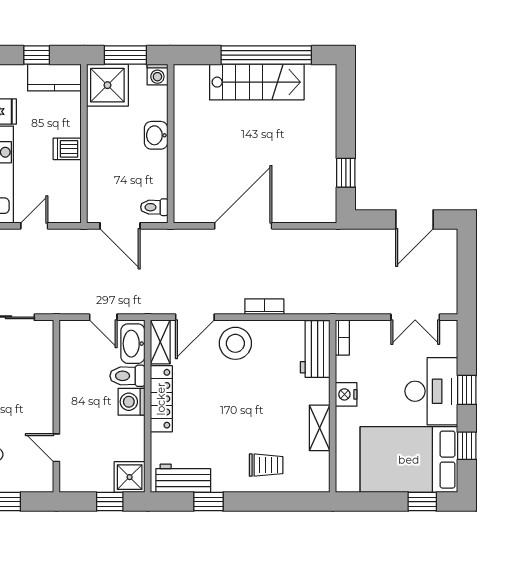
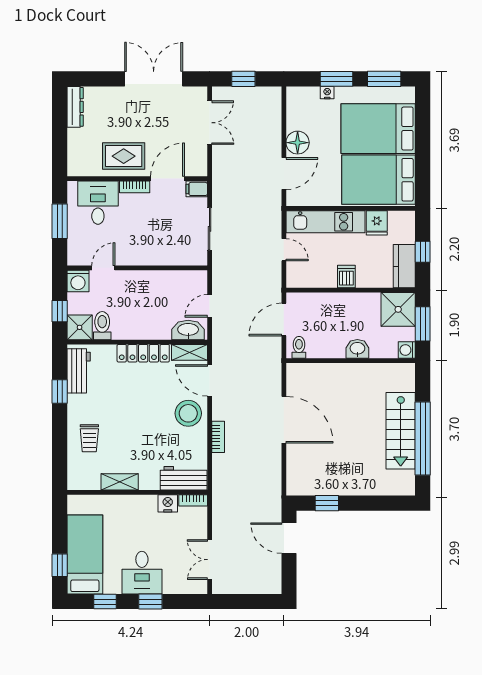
door: (415, 219) -> (289, 538), moved
toilet: (127, 376) -> (102, 326), moved
desk: (431, 391) -> (142, 573), width x0.73
nightstand: (346, 394) -> (168, 503), moved
washing machine: (132, 402) -> (78, 281), moved, turned 180
bed: (409, 460) -> (85, 554), width x0.67

